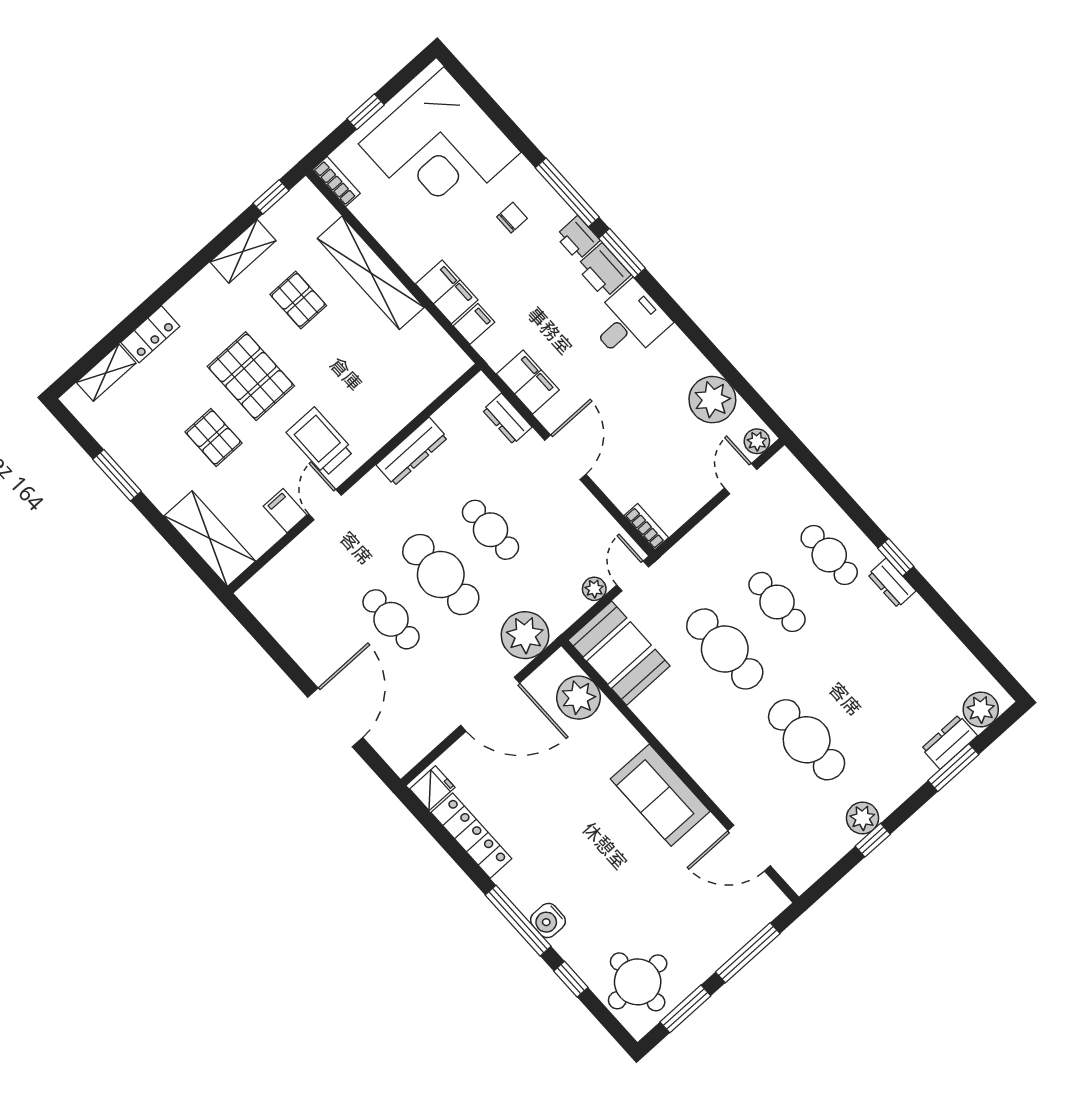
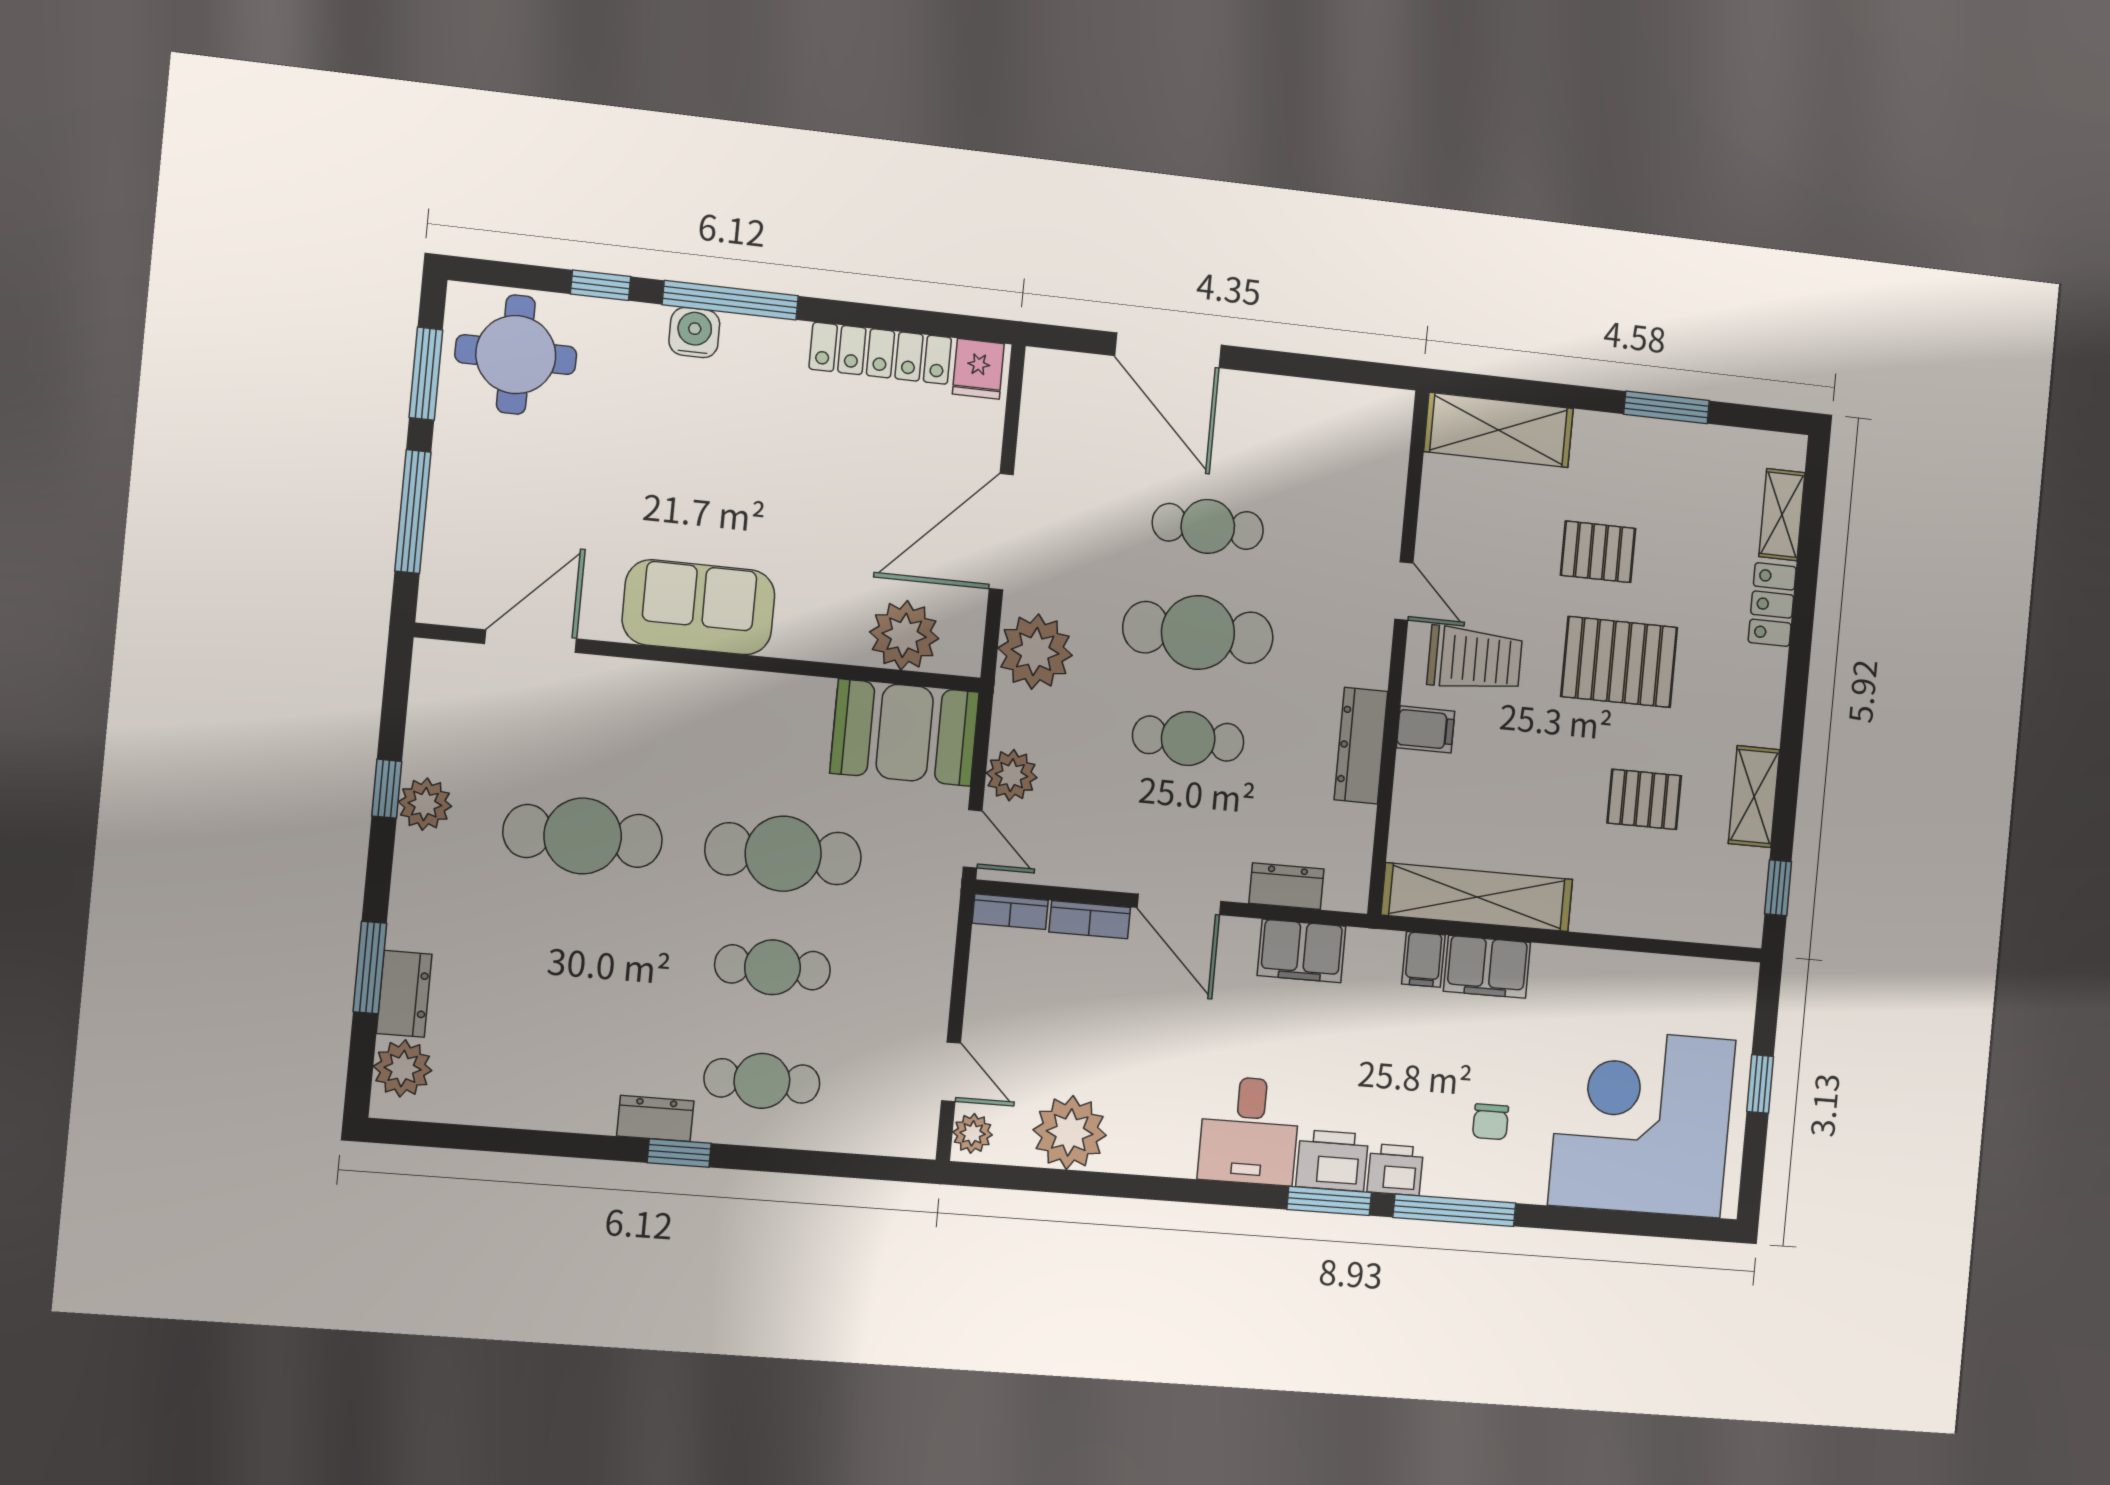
bookcase: (336, 181) -> (1090, 920), moved
shelving: (371, 273) -> (1477, 897), moved
filing cabinet: (285, 511) -> (1426, 729), moved
plant: (594, 589) -> (1012, 775), width x1.38, depth x1.38

